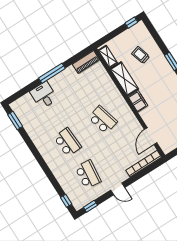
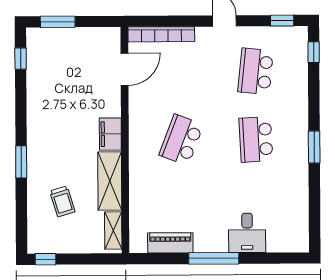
piano: (86, 62) -> (170, 243), moved
window: (15, 120) -> (314, 147), moved
school desk: (103, 120) -> (181, 140), turned 36

